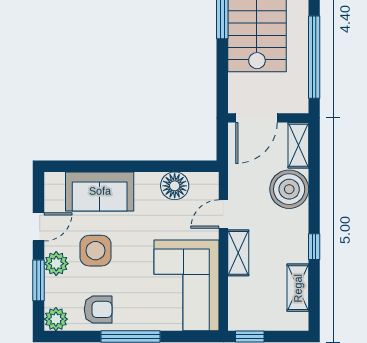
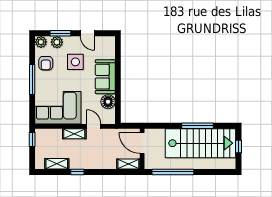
boiler: (289, 189) -> (106, 159), removed
sofa: (100, 191) -> (105, 77), moved
plant: (56, 264) -> (57, 42), moved

